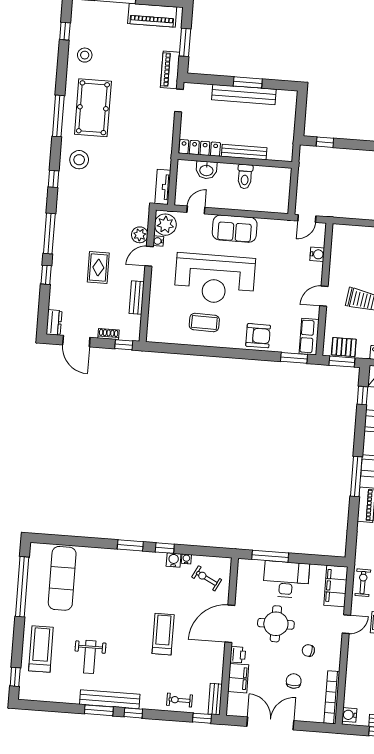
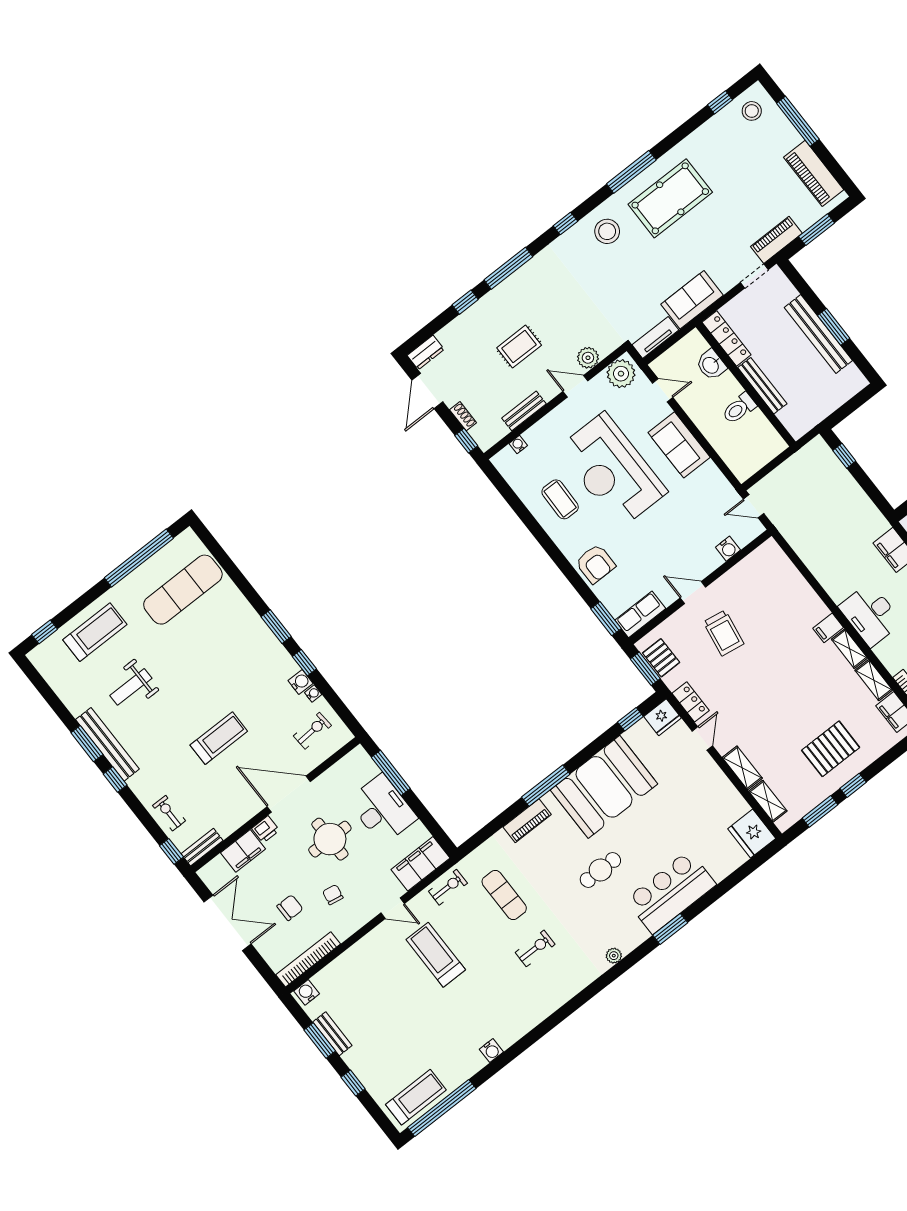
stool: (85, 55) -> (752, 111), moved
sofa: (160, 147) -> (692, 300), added
water cooler: (158, 241) -> (518, 445), moved
exercise bike: (207, 578) -> (312, 731), turned 59

